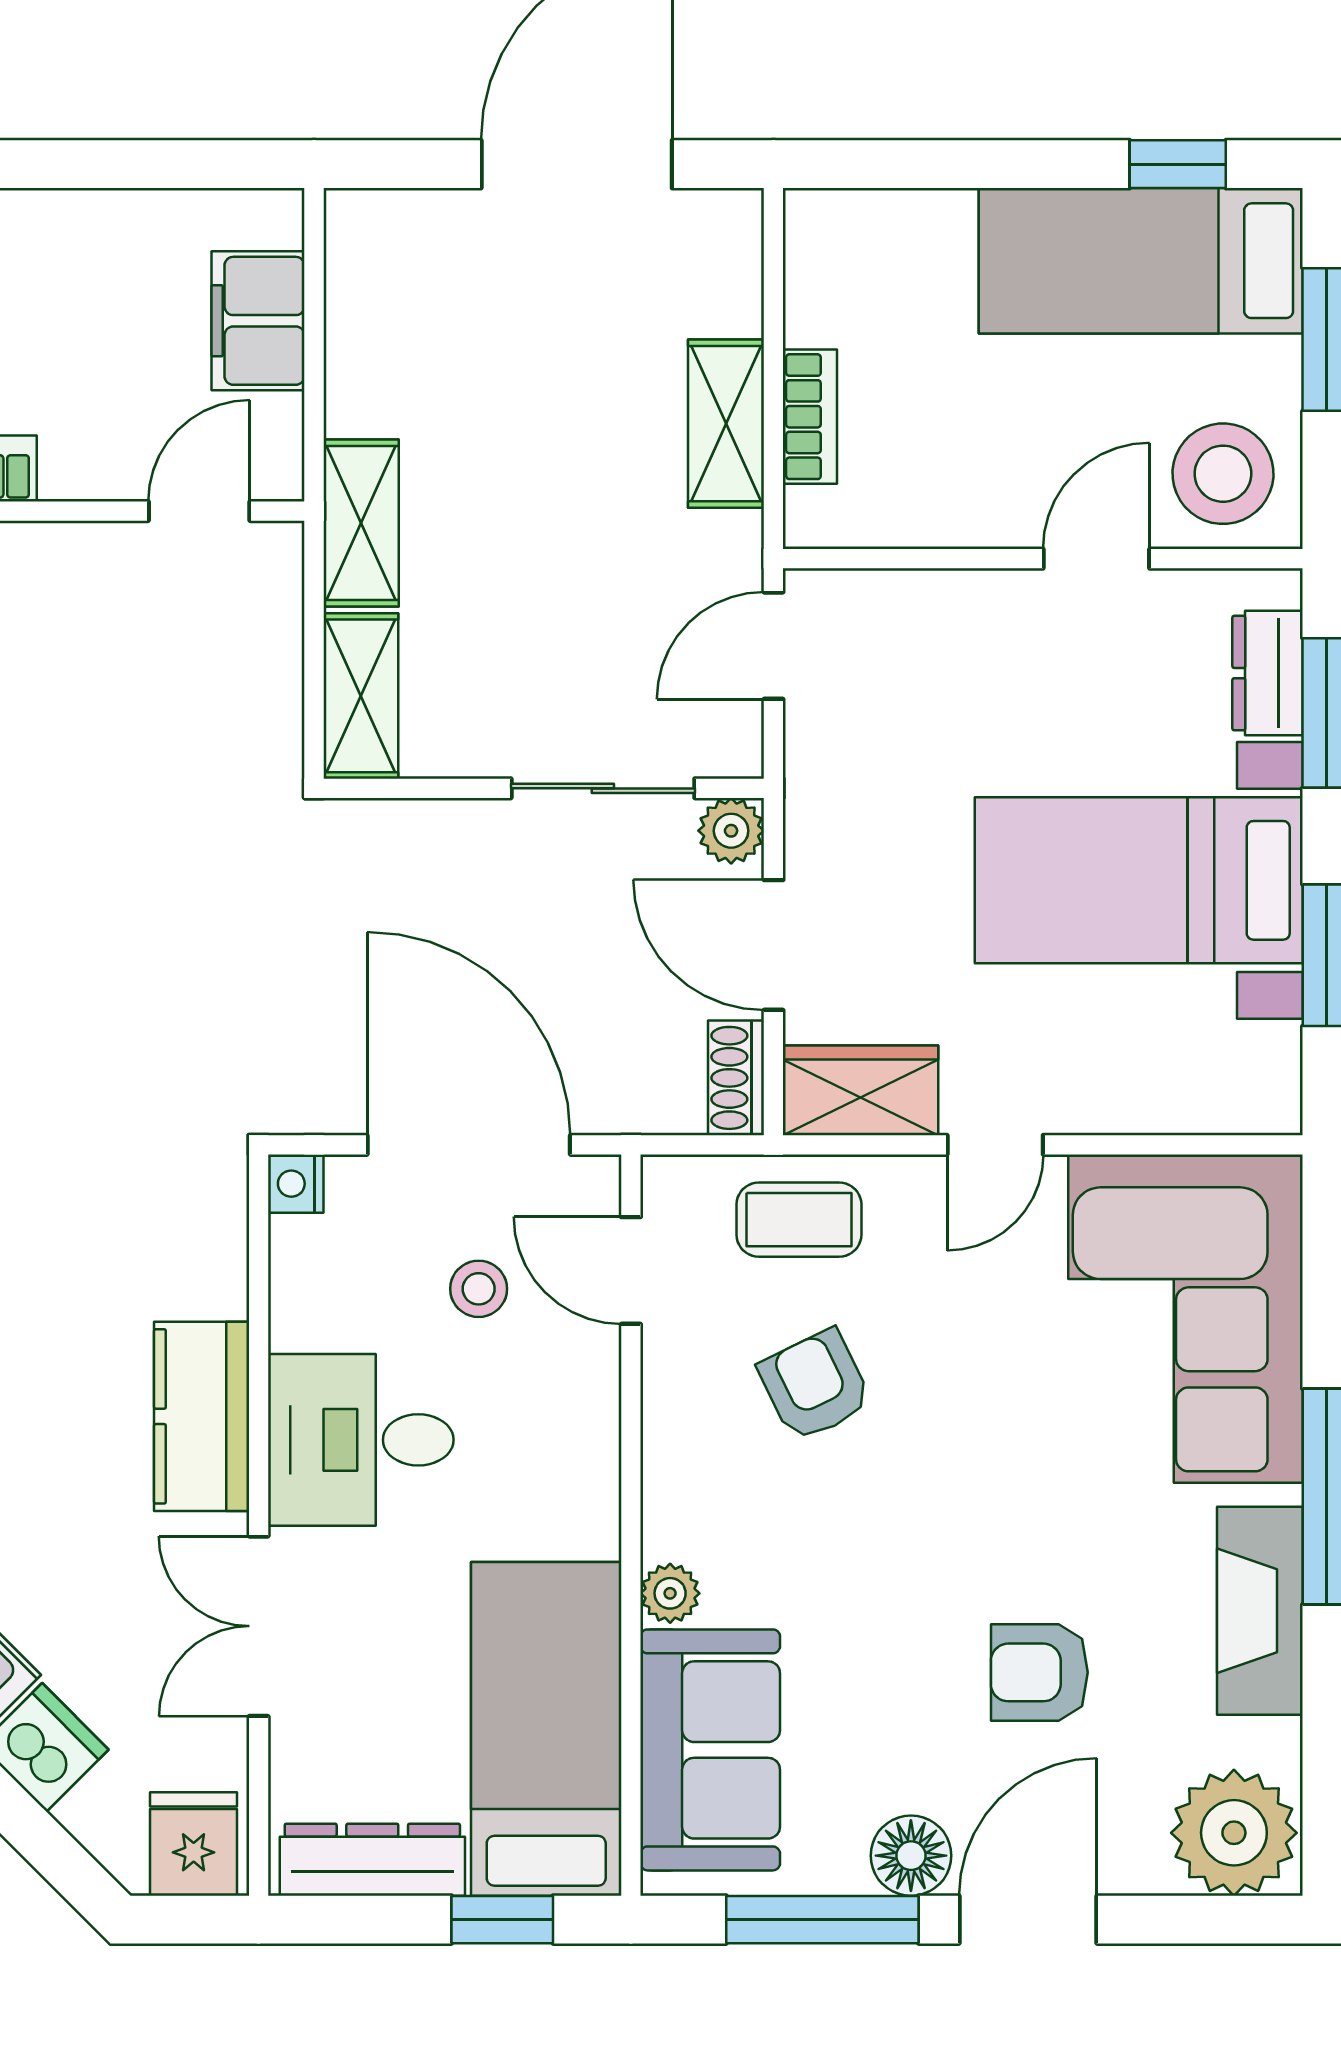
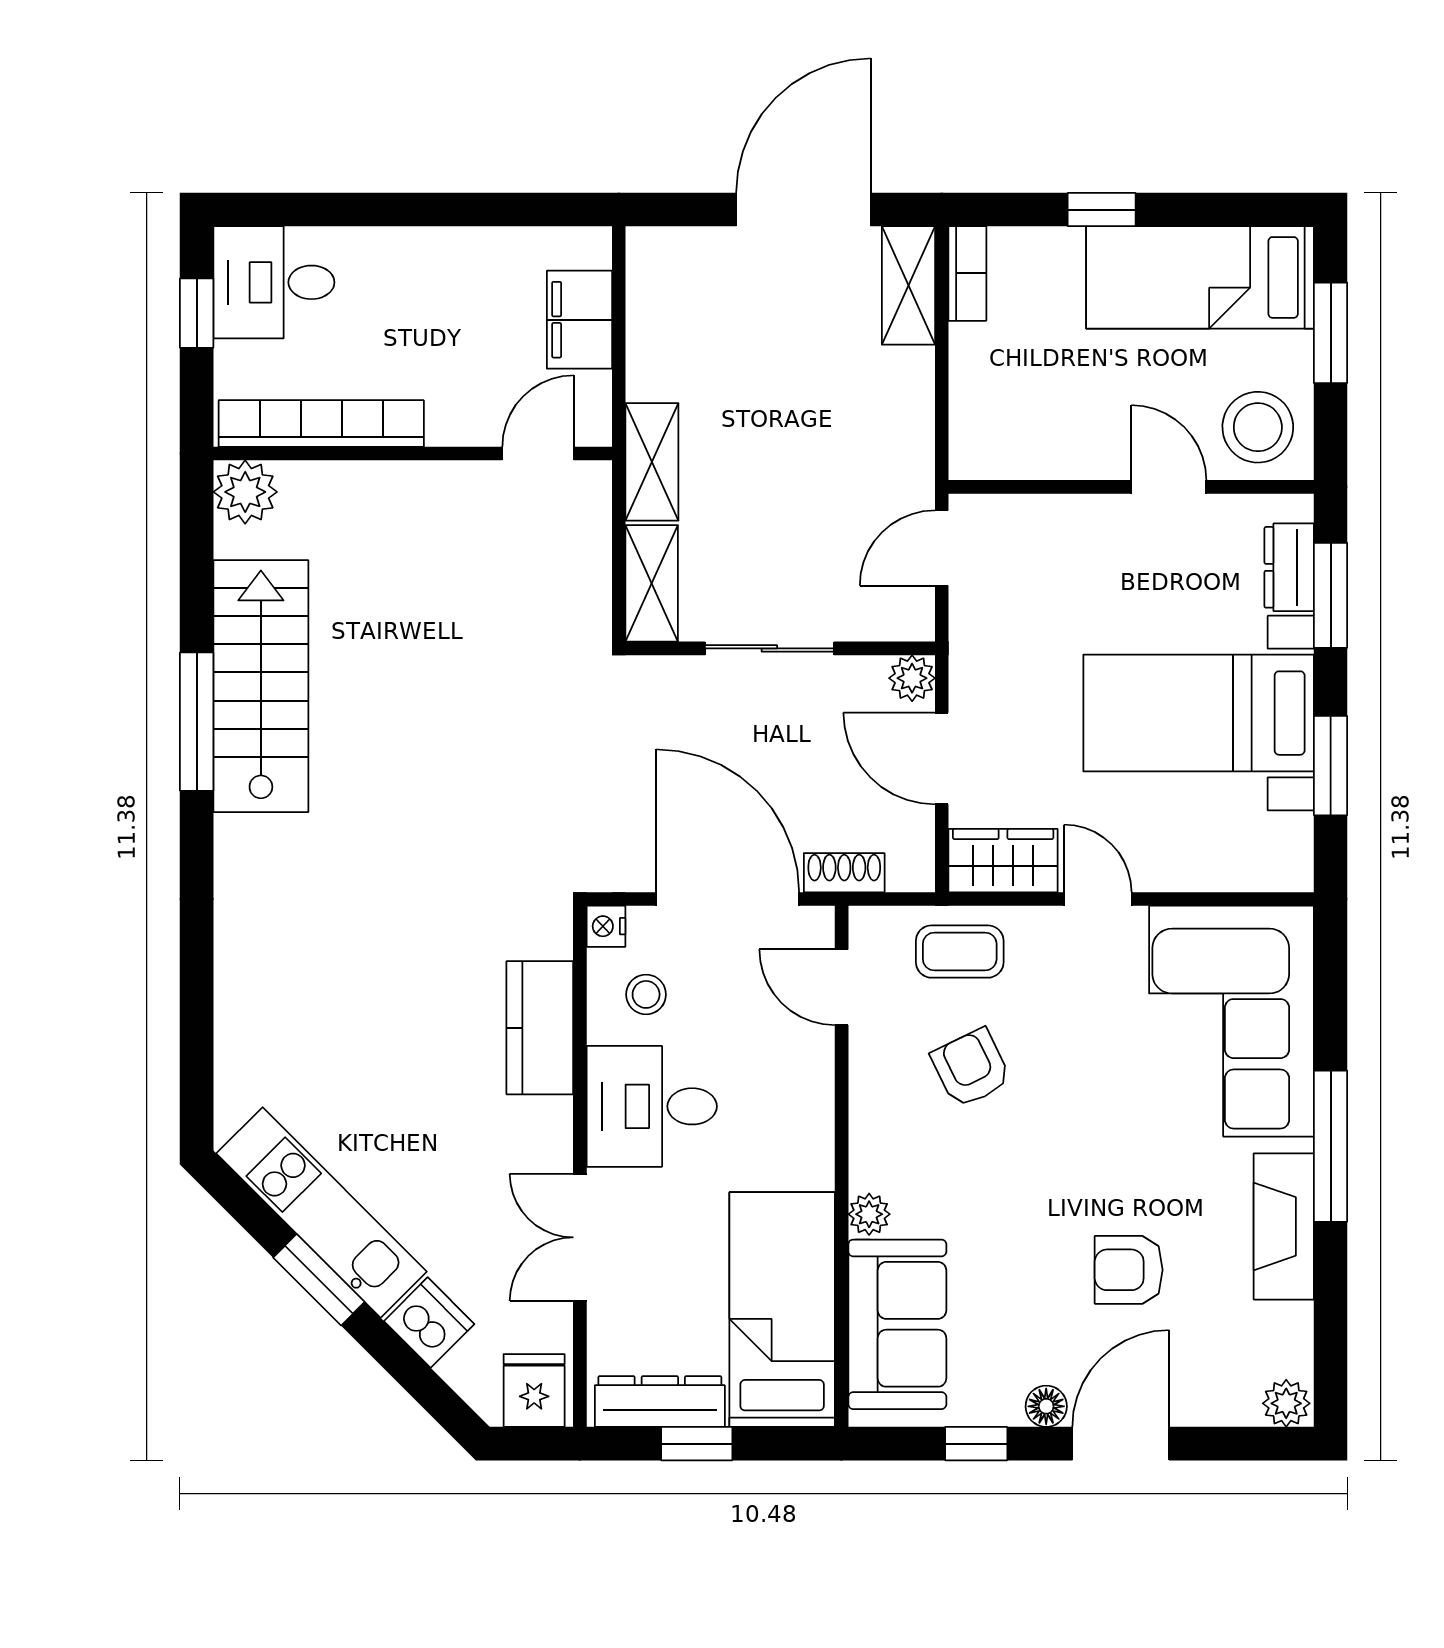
window: (1178, 164) -> (1102, 210), moved
bookcase: (810, 417) -> (967, 273), moved
shelving: (726, 424) -> (908, 285), moved
door: (1096, 559) -> (1169, 487), hinge flipped
sliding door: (603, 788) -> (769, 648), moved
shoe rack: (736, 1078) -> (844, 873), moved, turned 90
door: (995, 1145) -> (1098, 899), swing flipped
stool: (479, 1289) -> (646, 994), moved
kitchen counter: (202, 1416) -> (540, 1028), moved
plant: (1234, 1833) -> (1286, 1403), width x0.53, depth x0.53
floor lamp: (911, 1856) -> (1046, 1406), width x0.73, depth x0.73
window: (502, 1920) -> (697, 1444), moved
window: (822, 1920) -> (976, 1444), width x0.46

